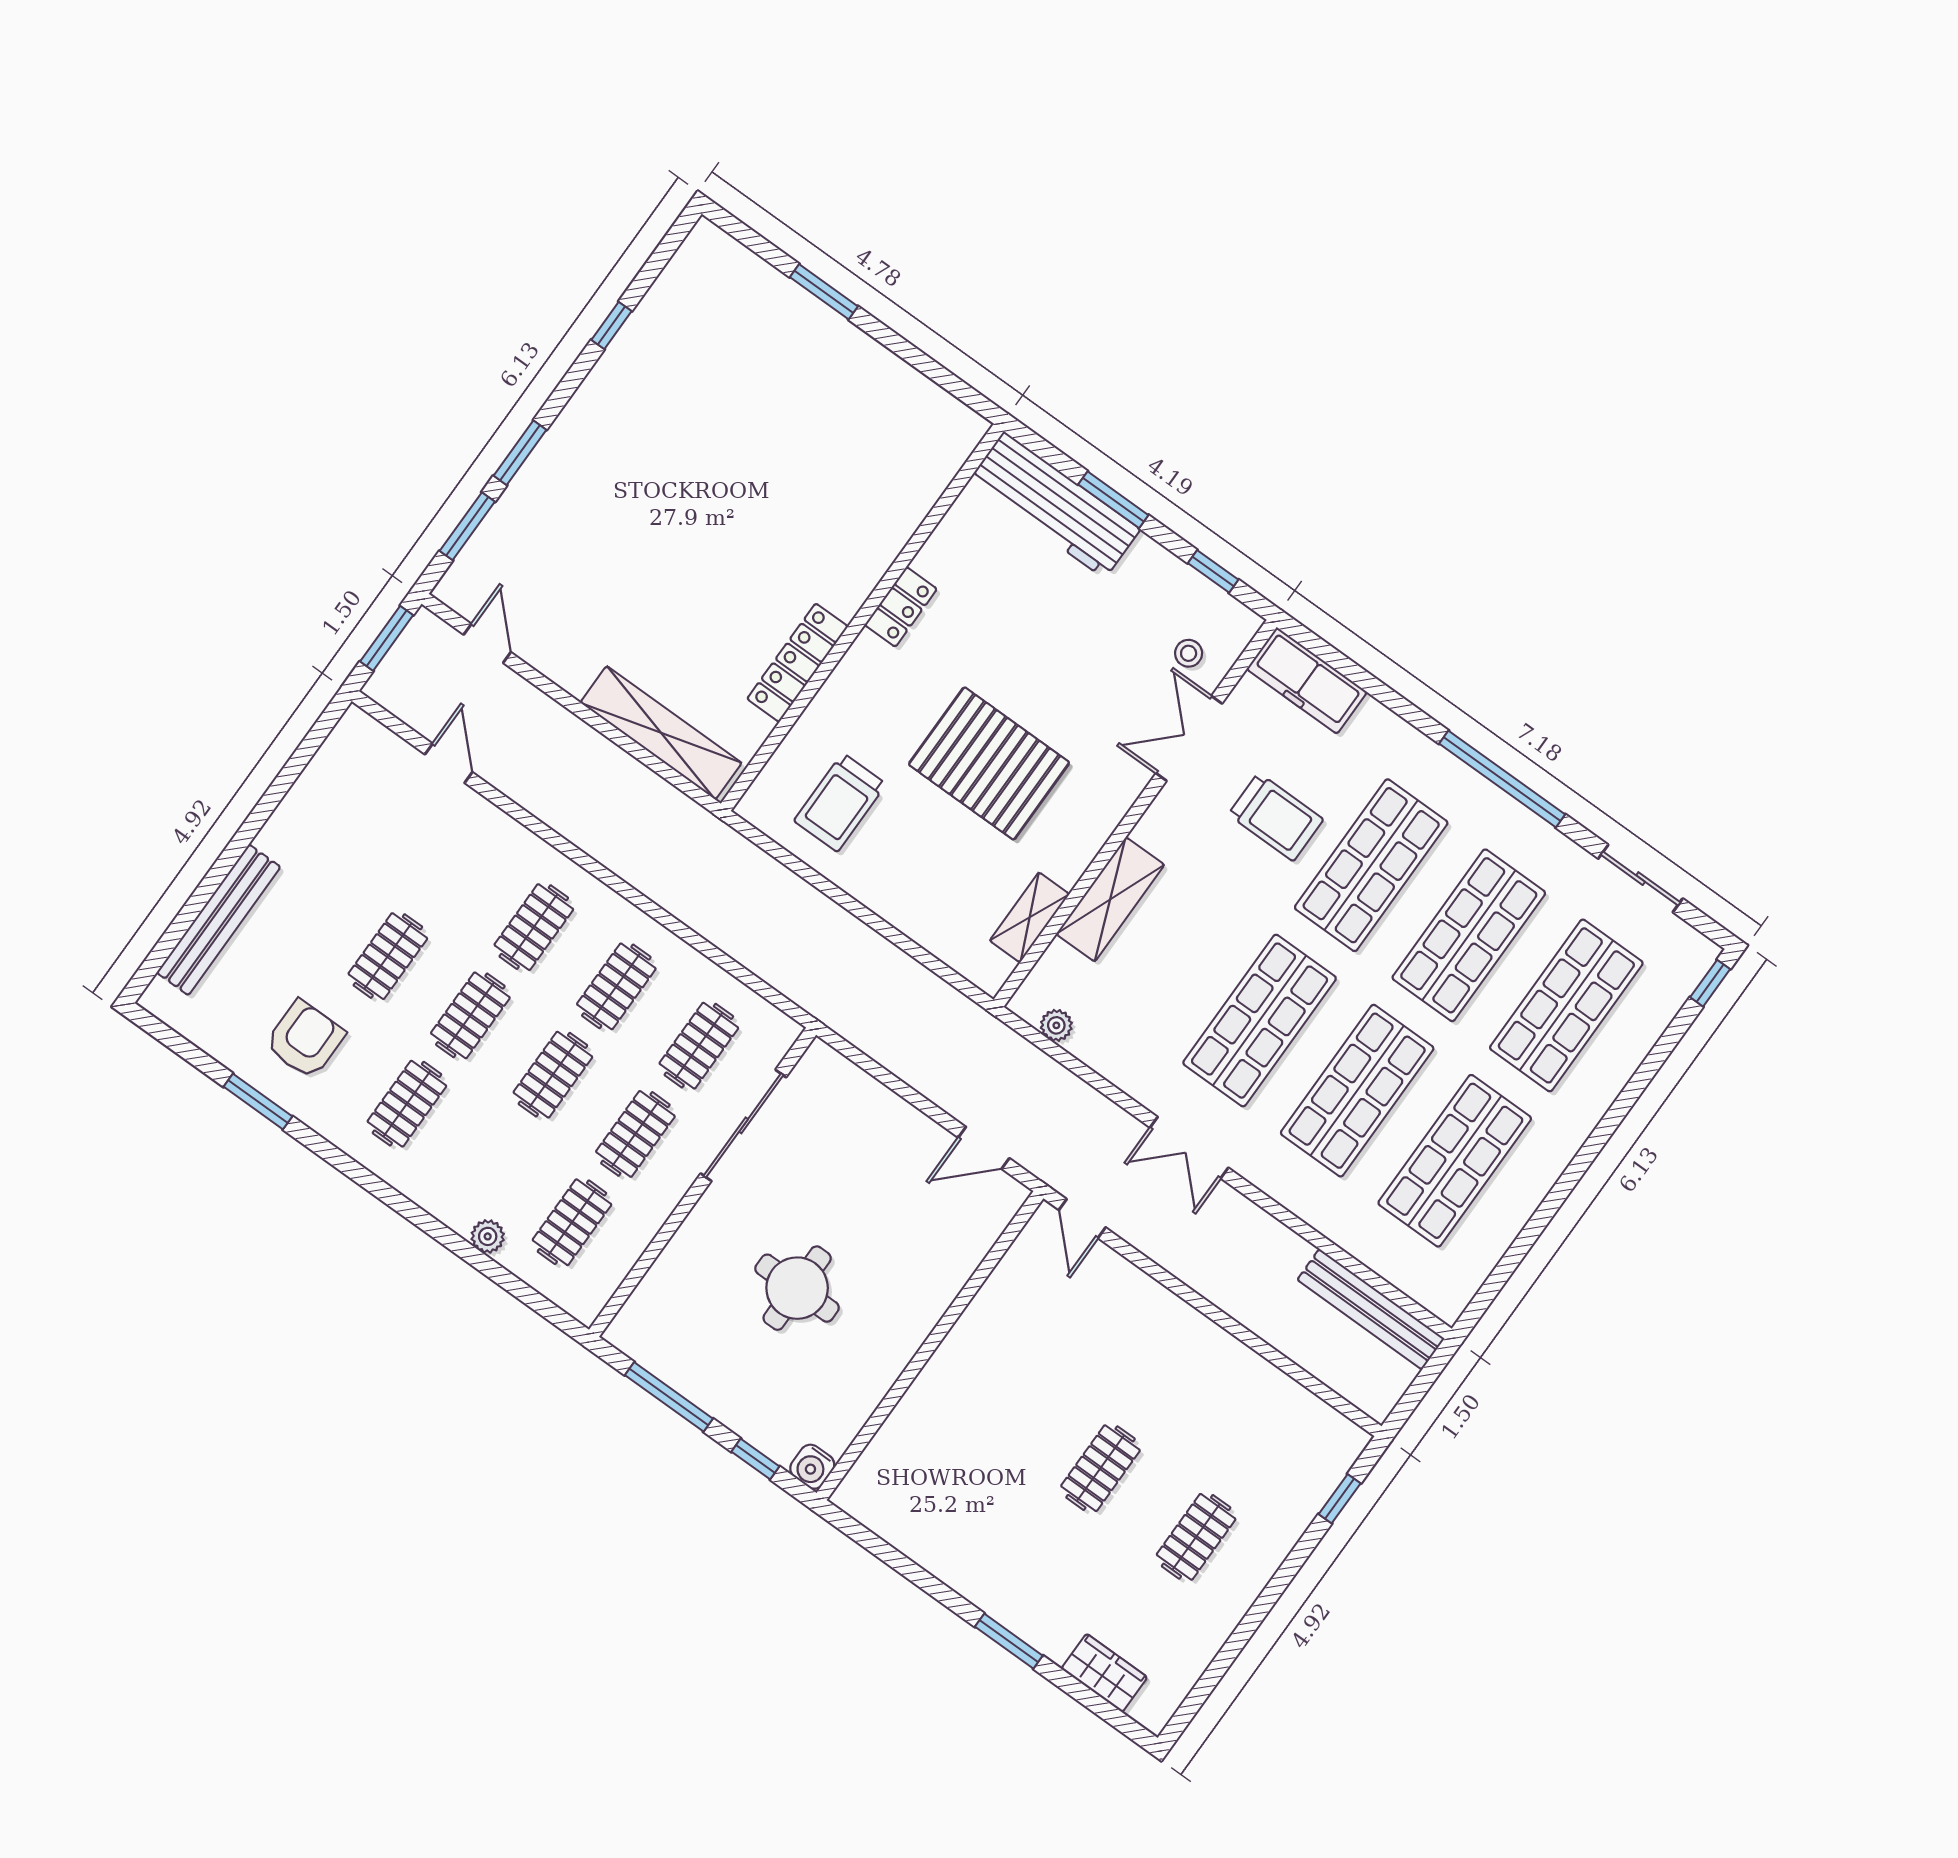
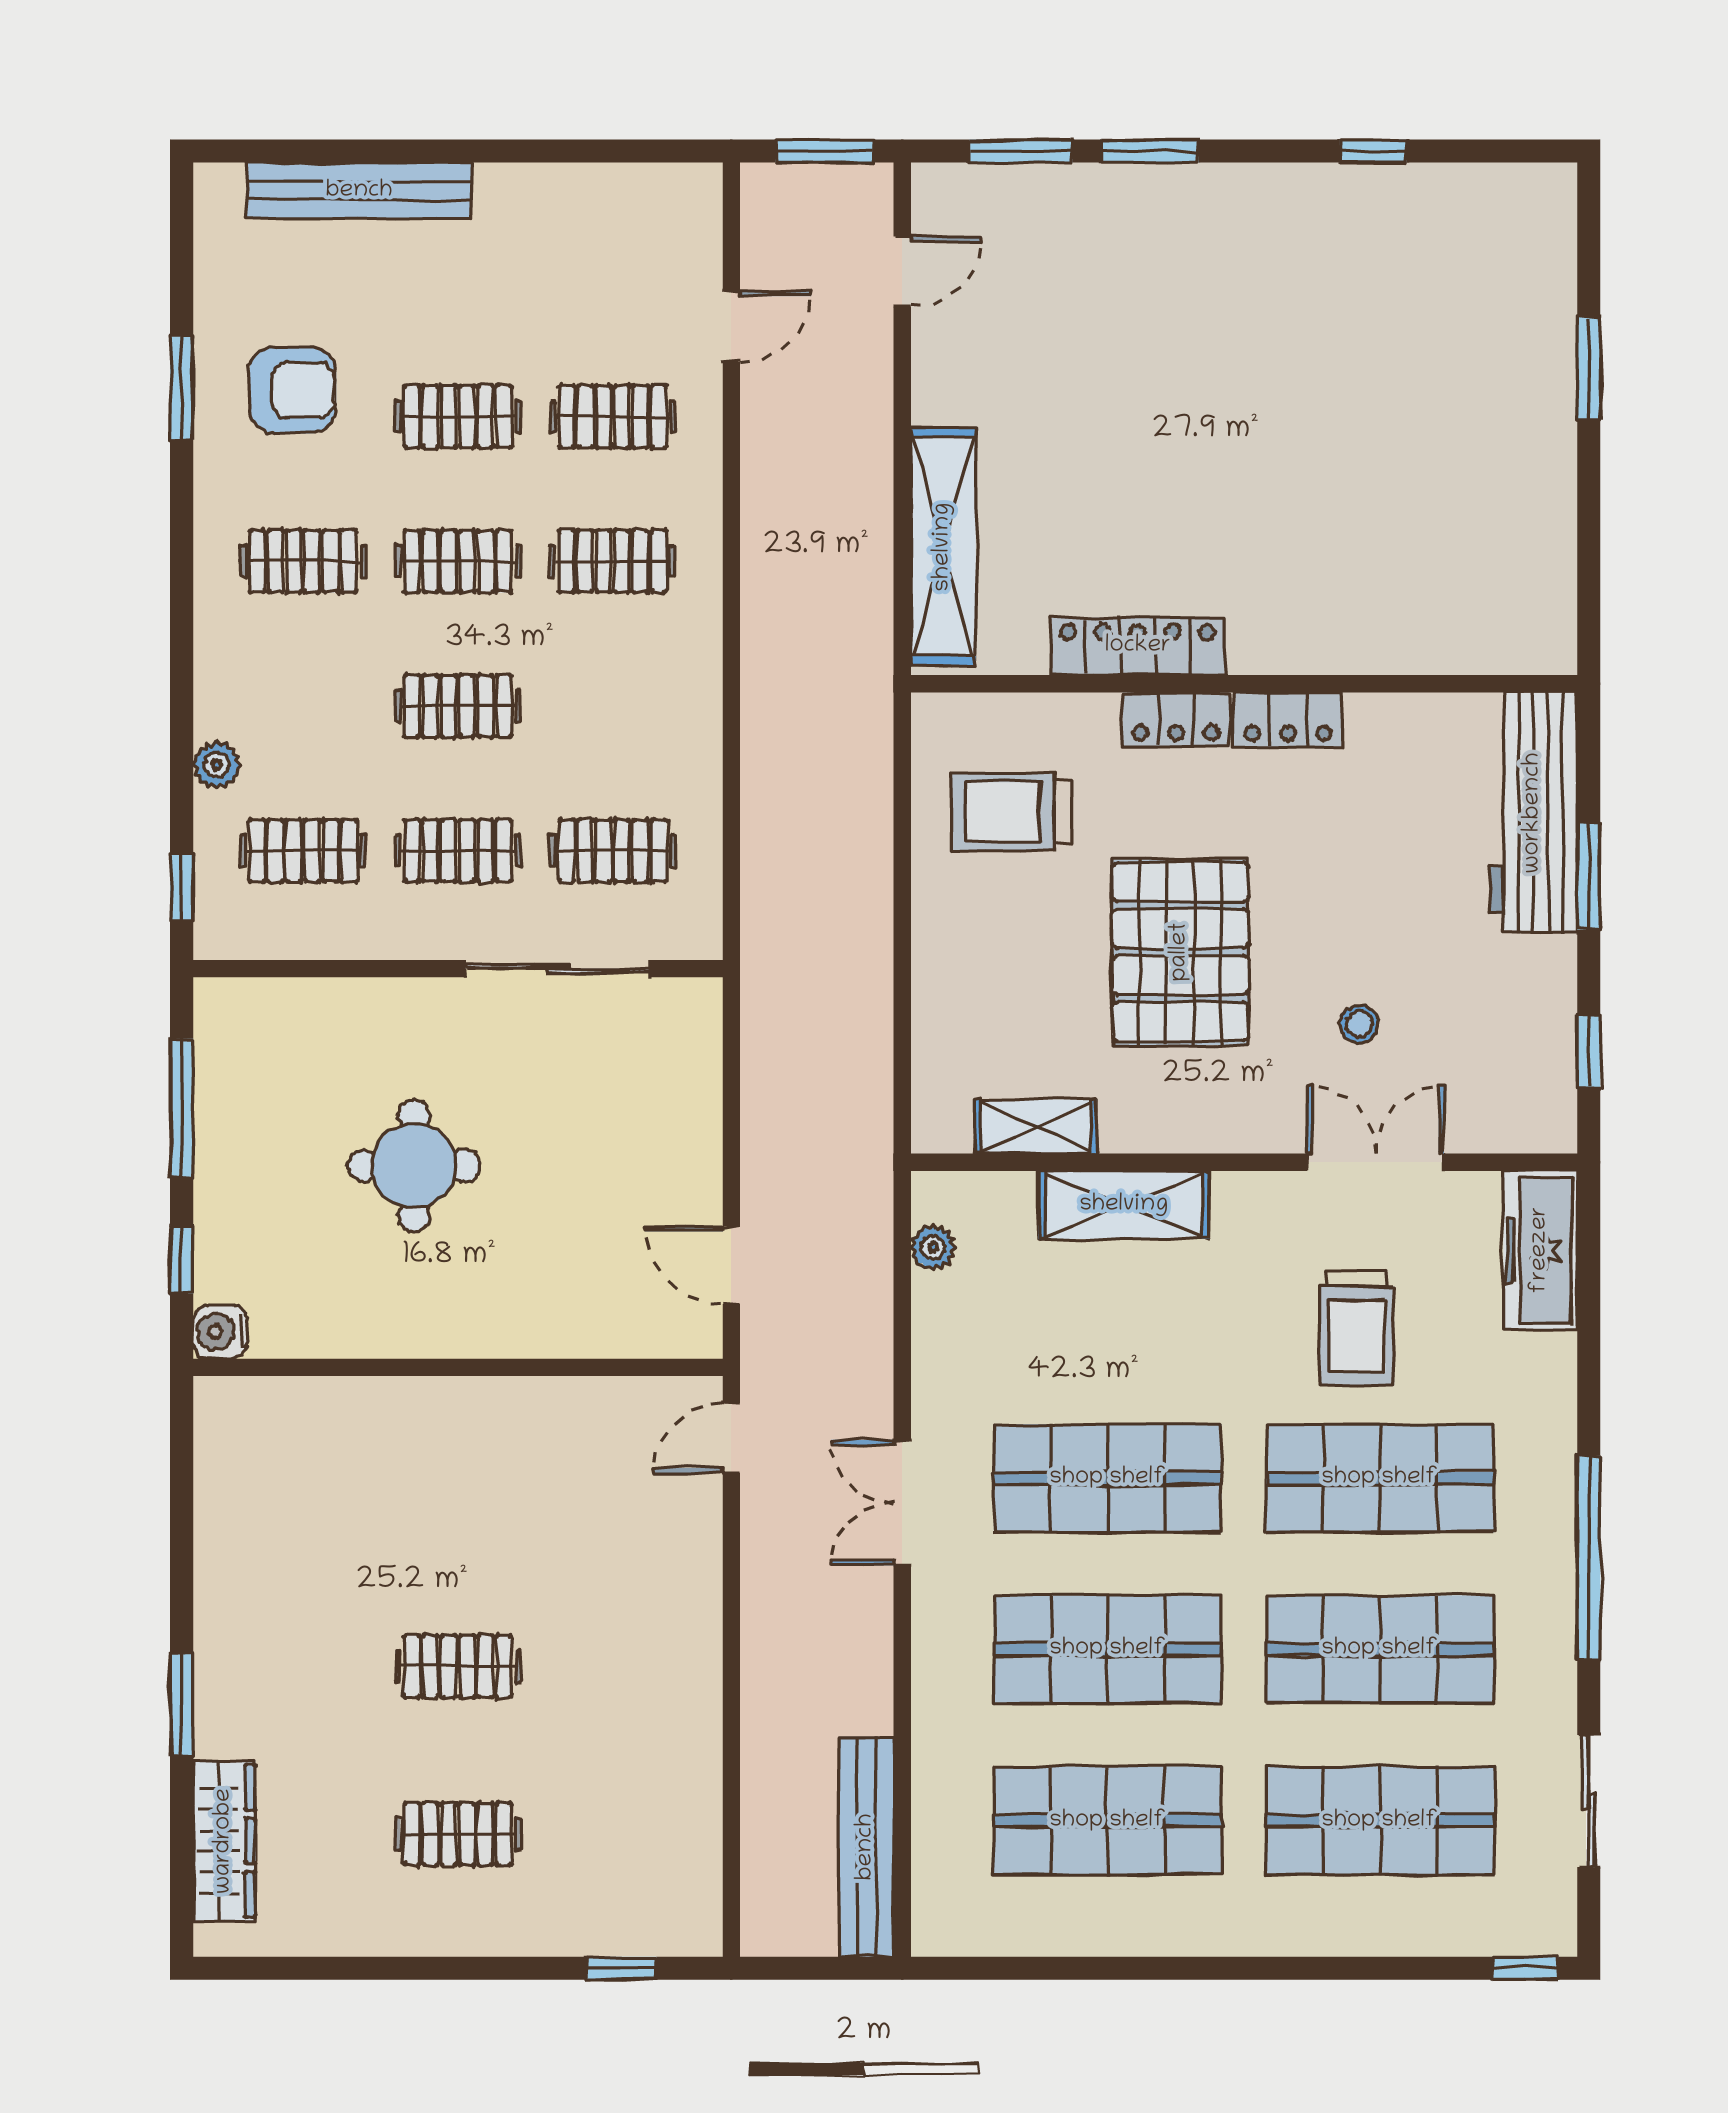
stool: (1189, 653) -> (1359, 1024), moved
locker: (855, 671) -> (1176, 719), added
clothes rail: (616, 986) -> (613, 417), moved
window: (543, 1307) -> (182, 888), added
wardrobe: (1104, 1673) -> (224, 1841), width x1.50

